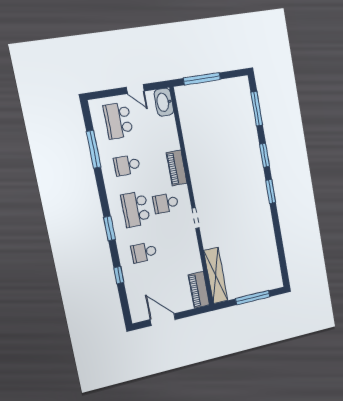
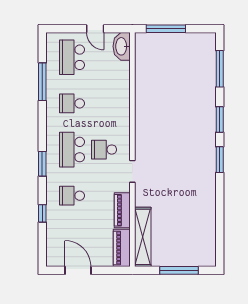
piano: (177, 168) -> (122, 210), moved

